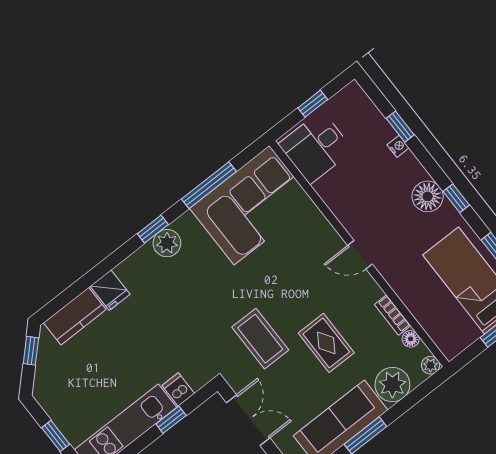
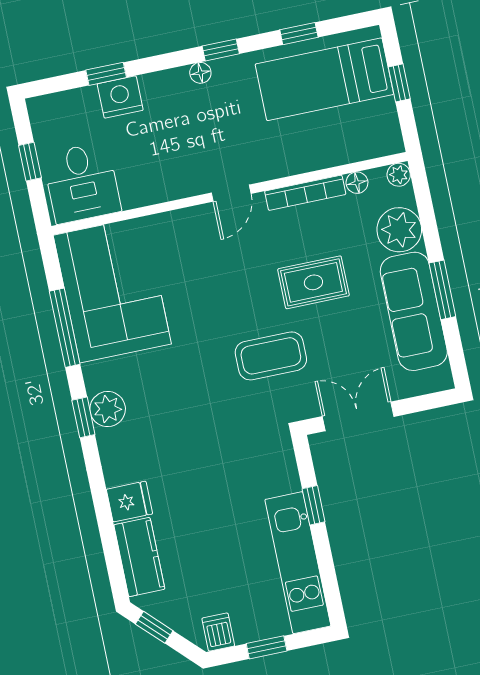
nightstand: (398, 146) -> (120, 97), width x1.89, depth x1.79
floor lamp: (428, 196) -> (200, 73), width x0.53, depth x0.53
bookcase: (393, 315) -> (305, 193), width x1.56
dishwasher: (178, 389) -> (218, 632), moved, turned 90

